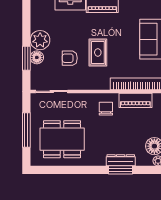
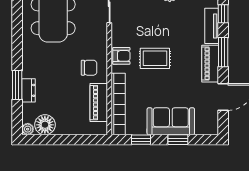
armchair: (70, 58) -> (121, 56), moved, turned 90
dresser: (121, 160) -> (28, 90), width x0.70

